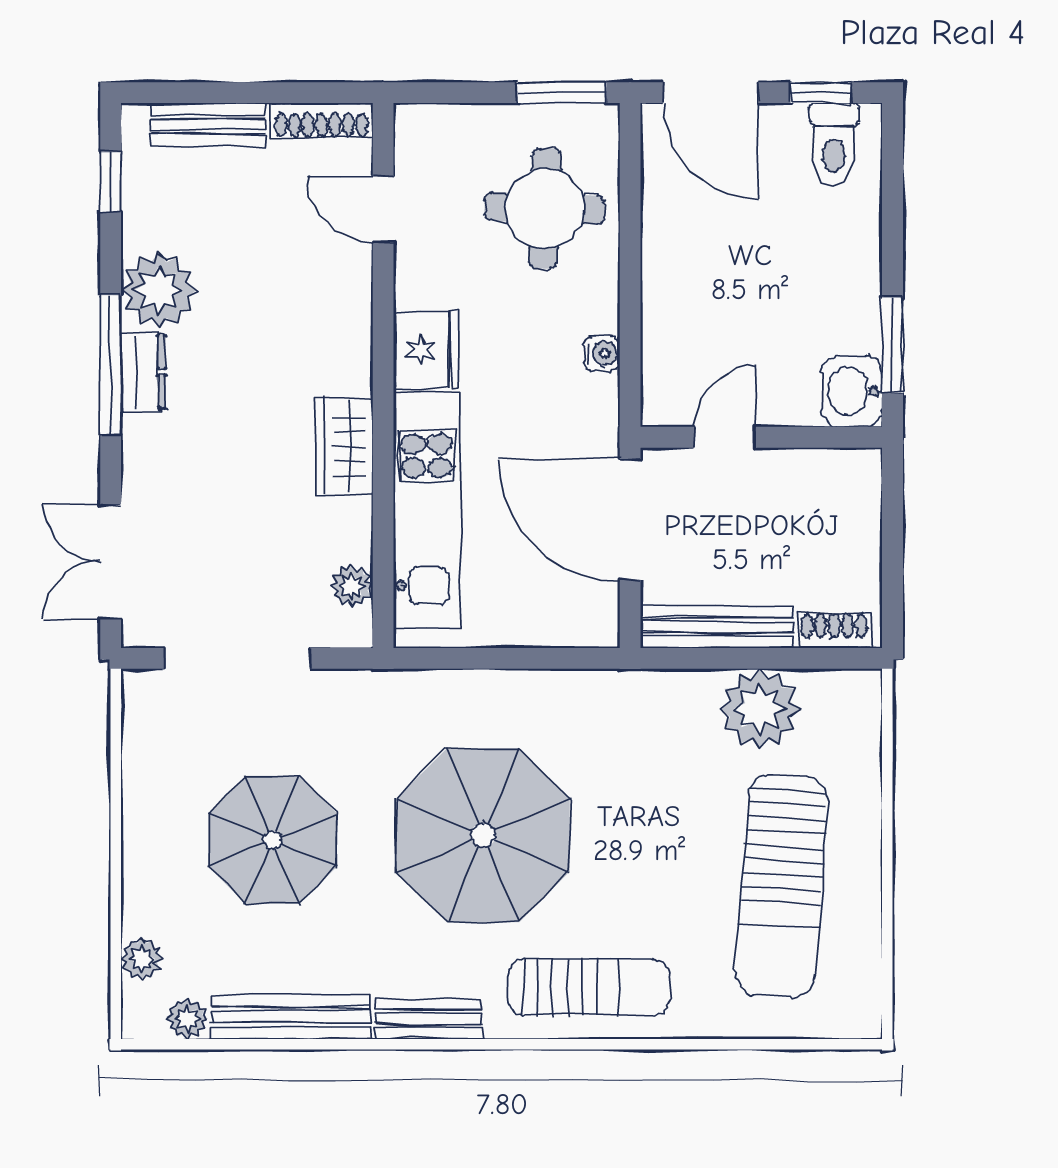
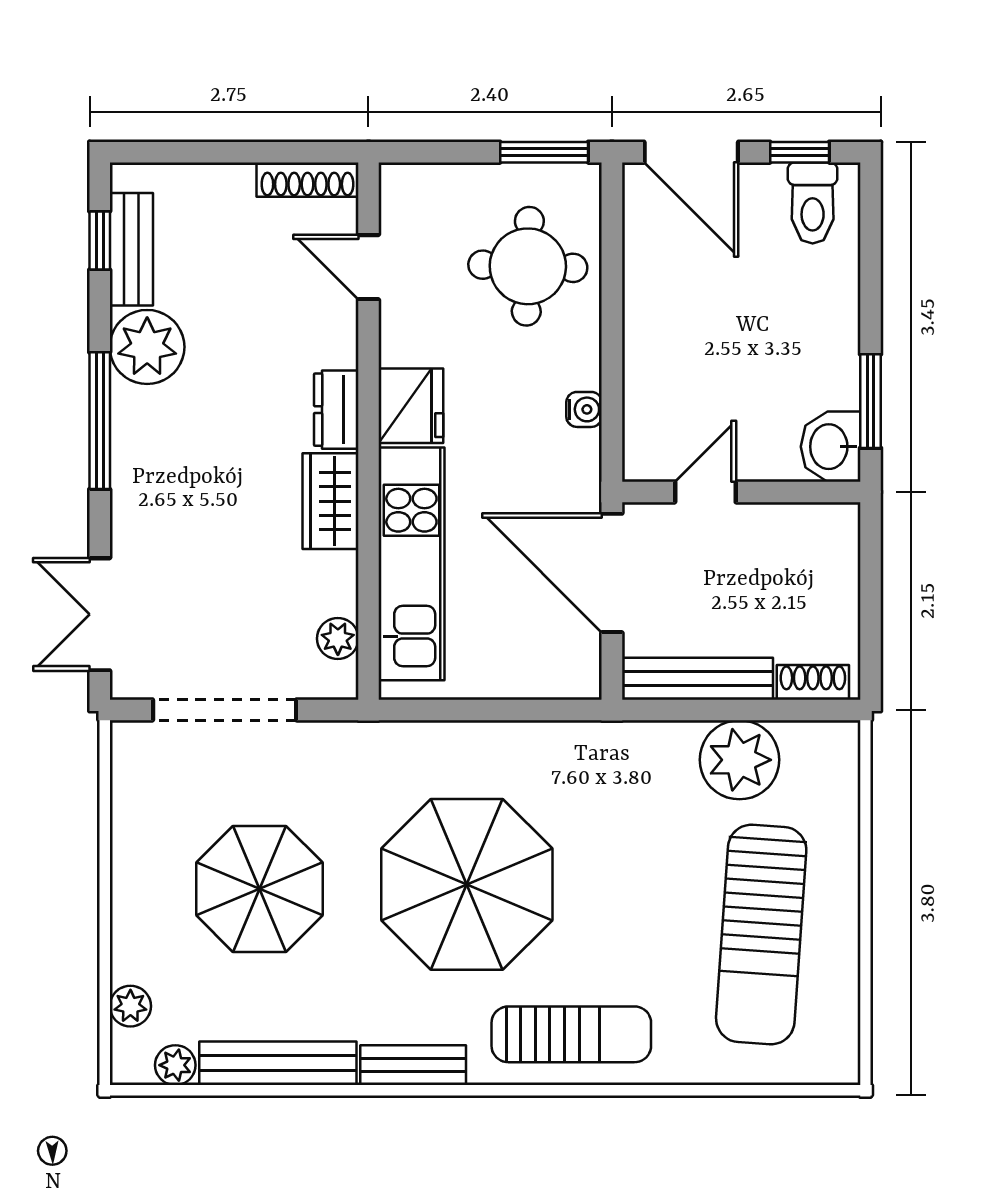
bench: (208, 125) -> (131, 249), moved, turned 90
dresser: (143, 372) -> (336, 410), moved, turned 180

